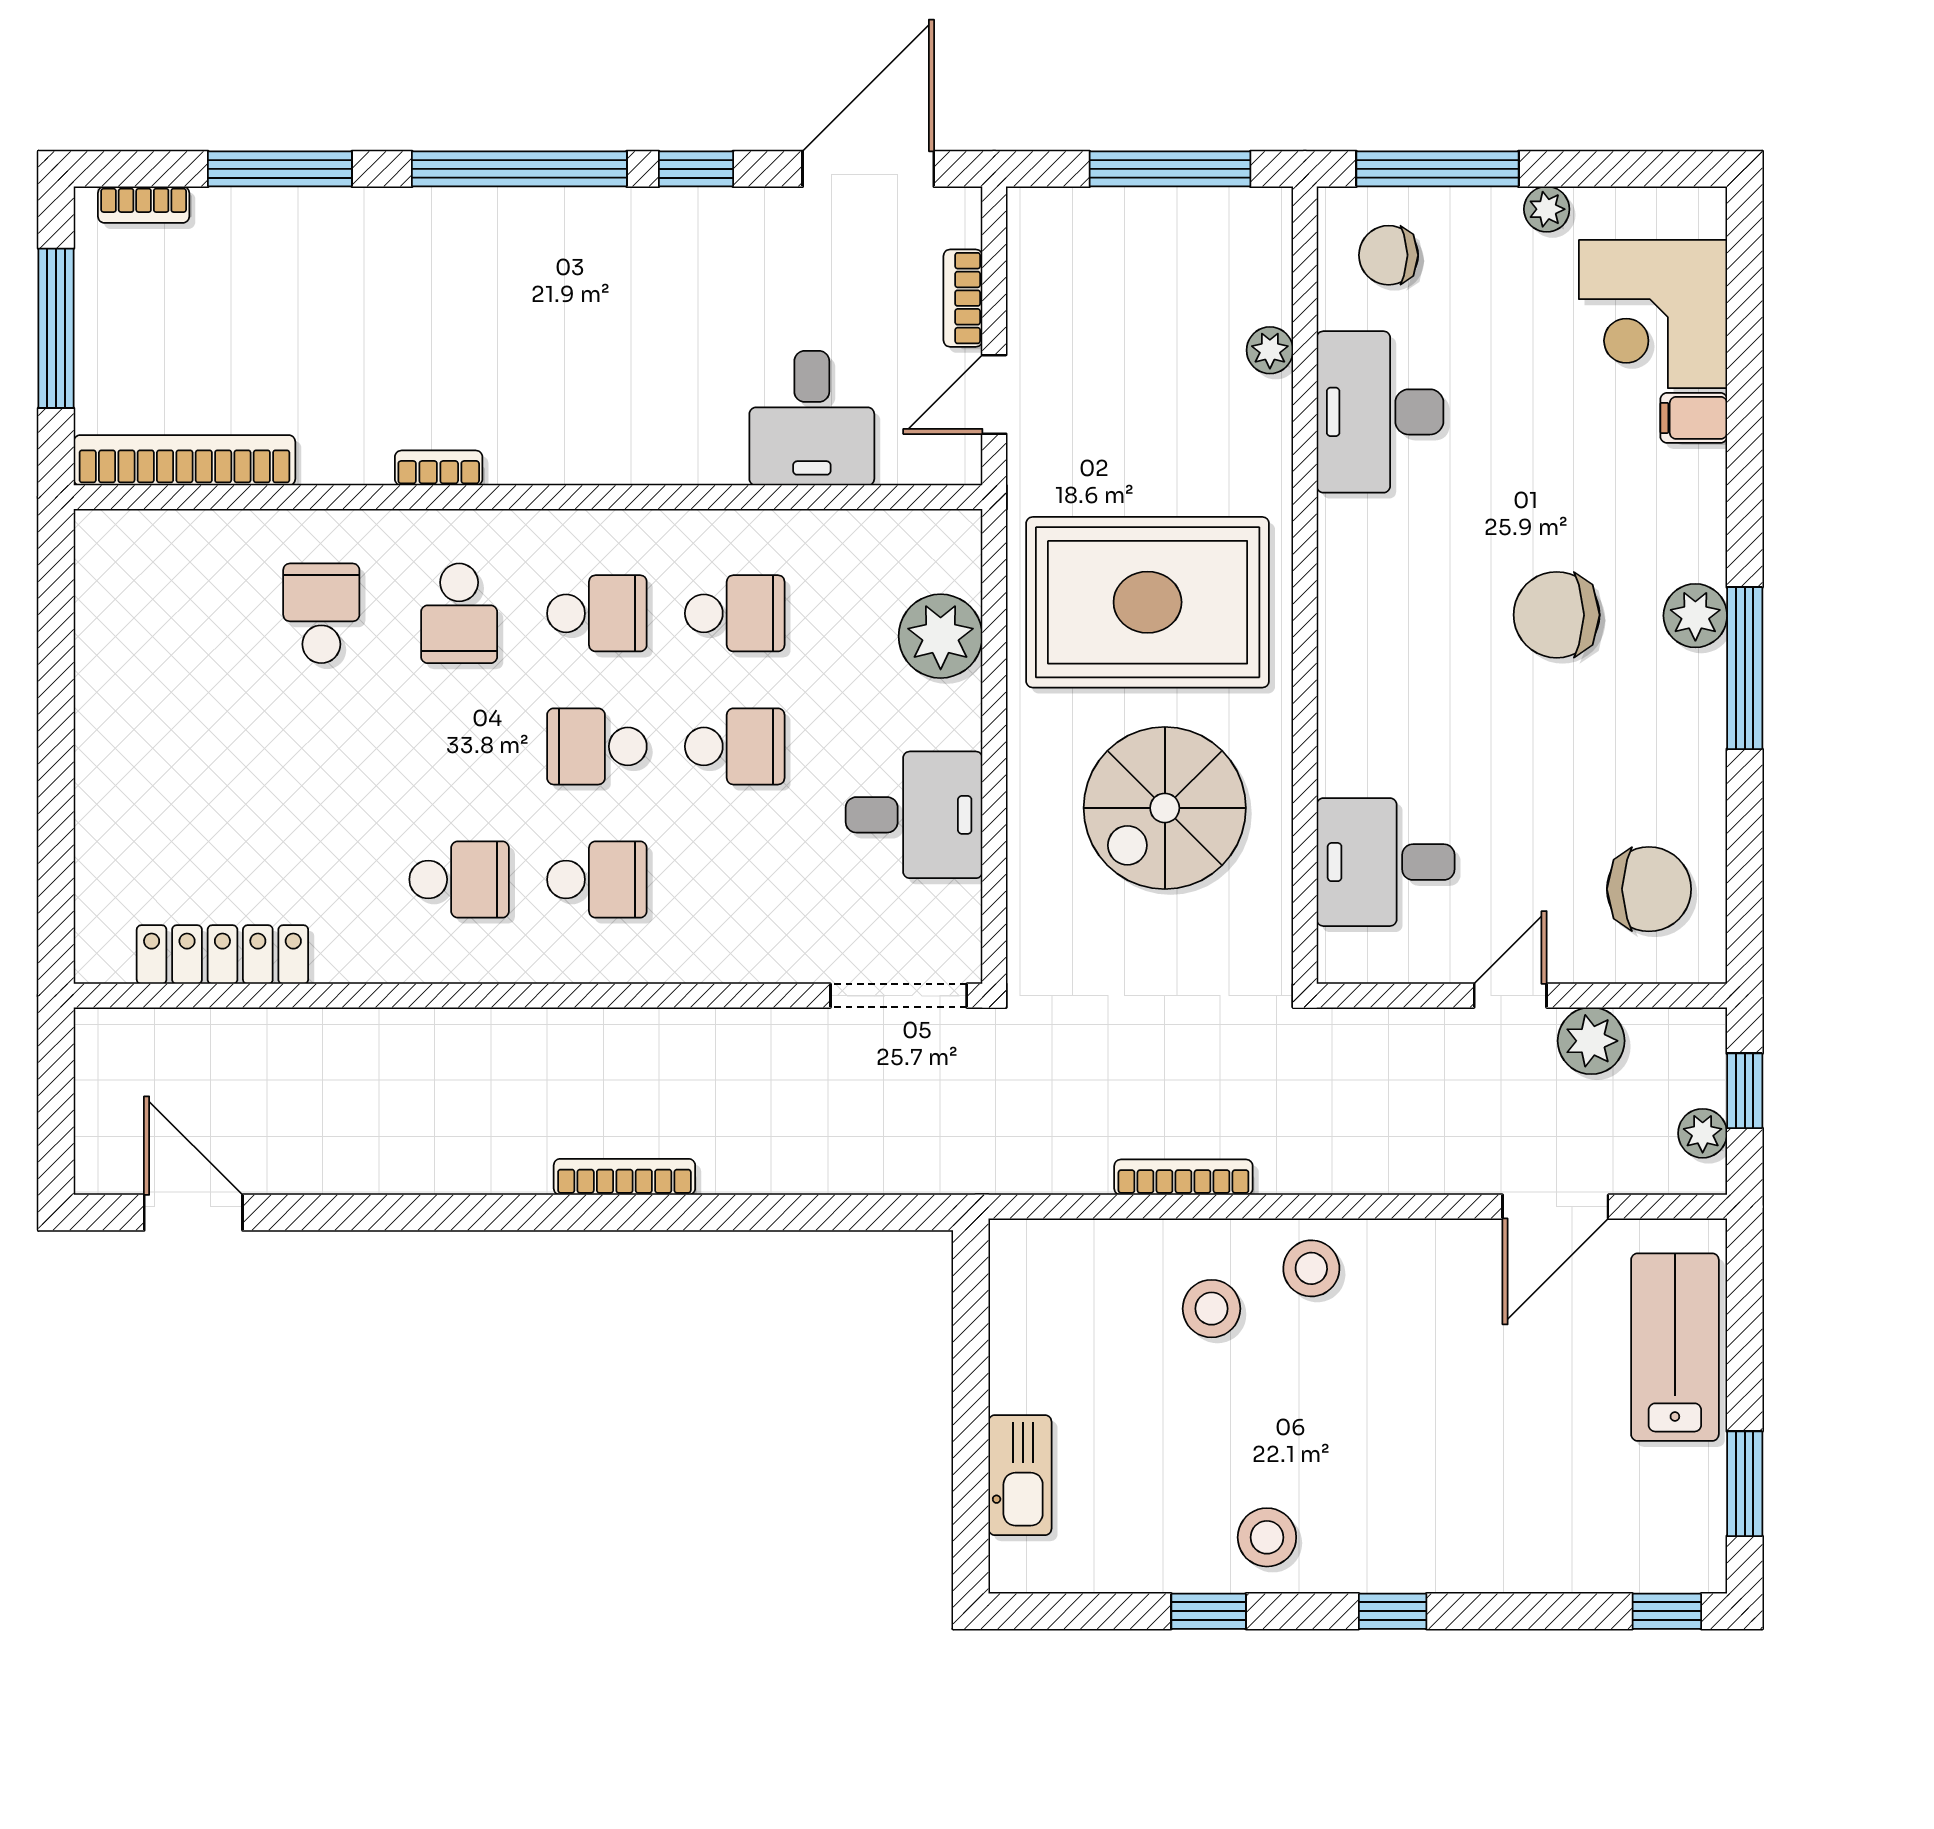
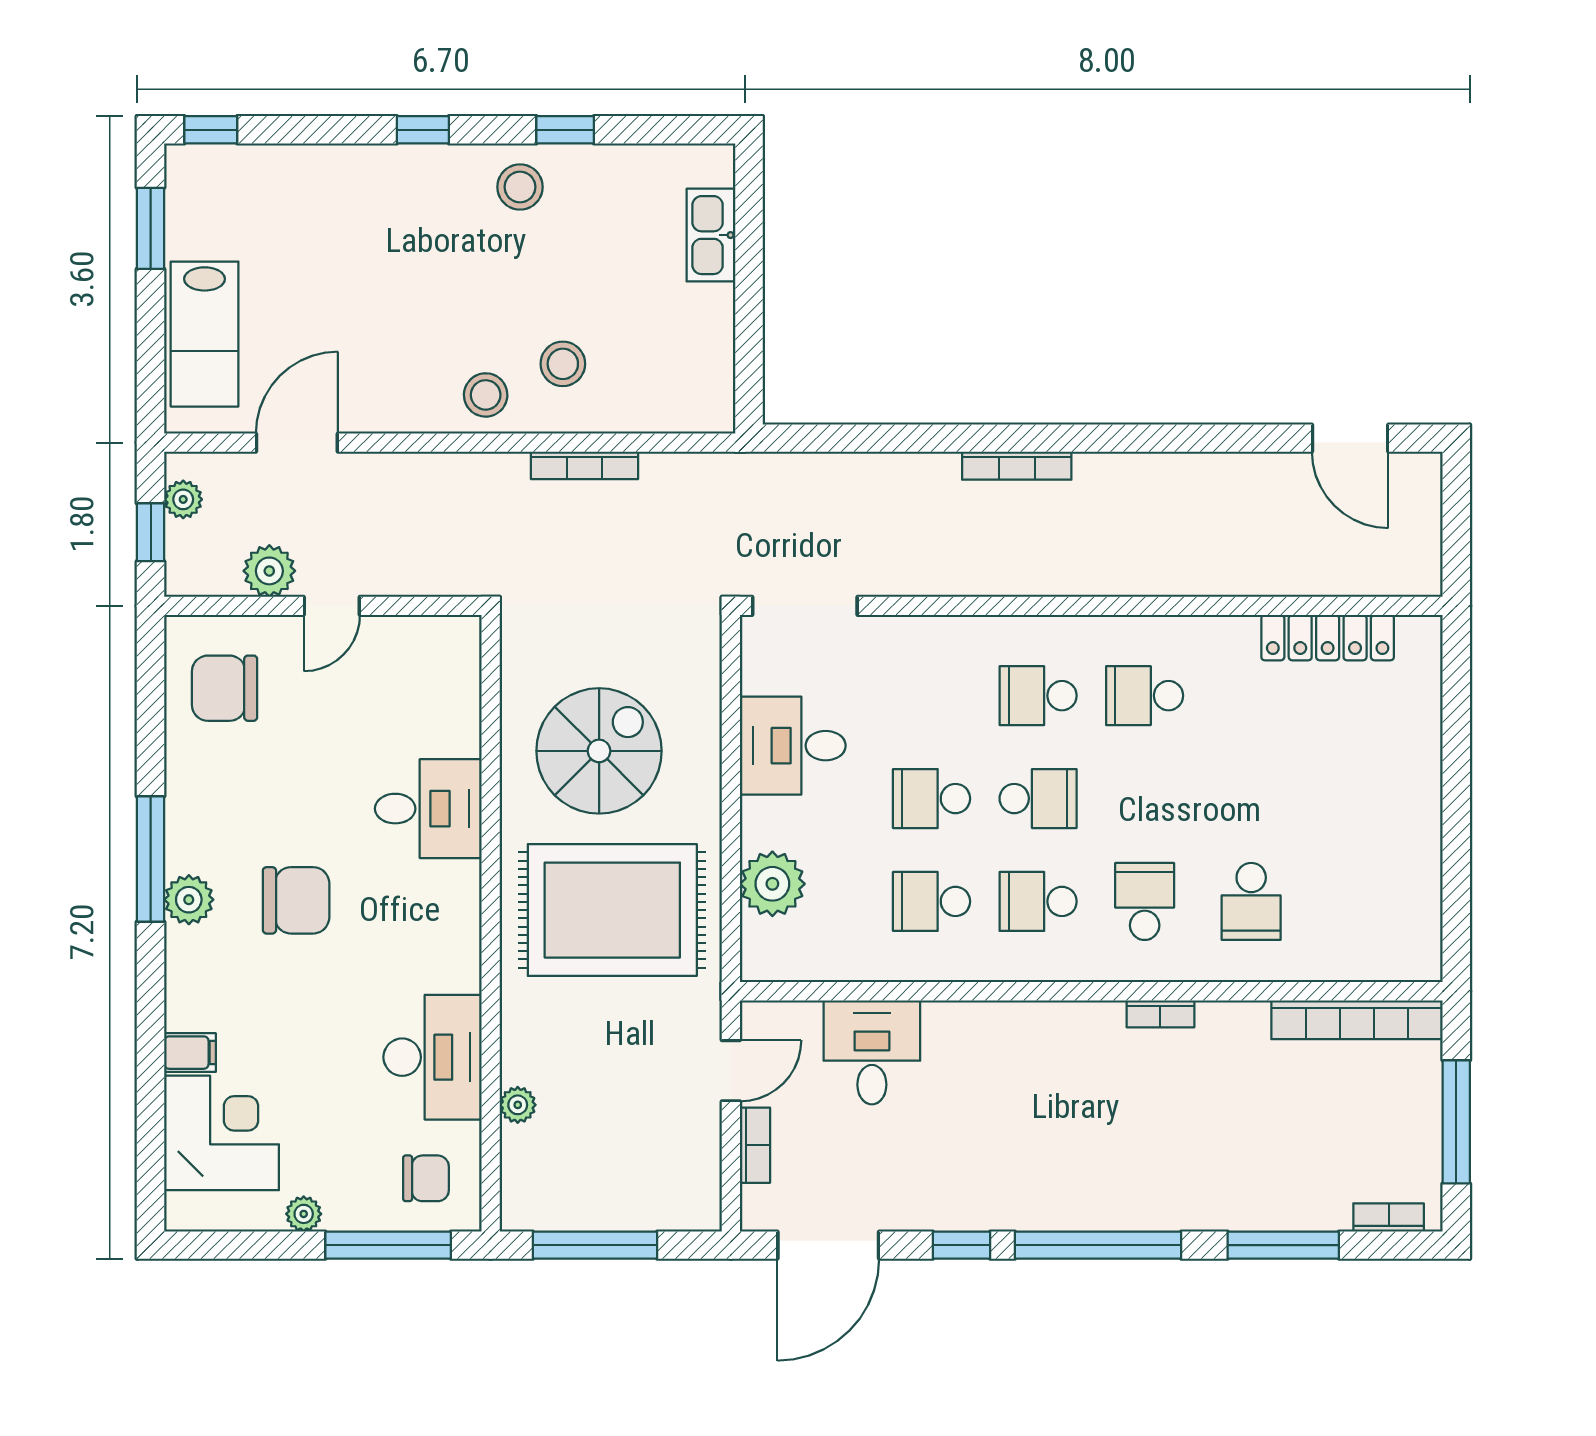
desk: (1386, 862) -> (428, 809), moved

